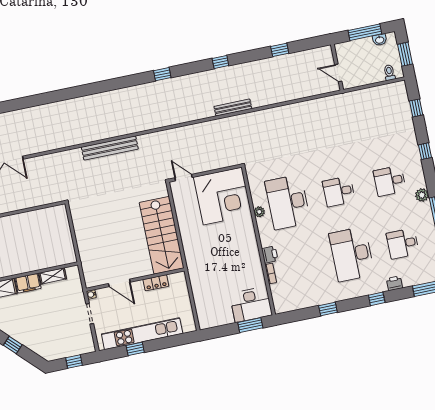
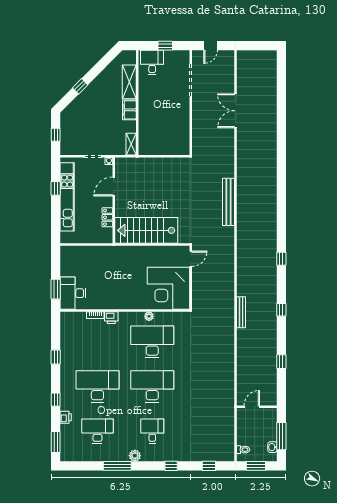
desk: (339, 191) -> (152, 387), width x1.87, depth x1.30
desk: (403, 244) -> (97, 431), width x1.37
shelving: (53, 276) -> (131, 144), moved

